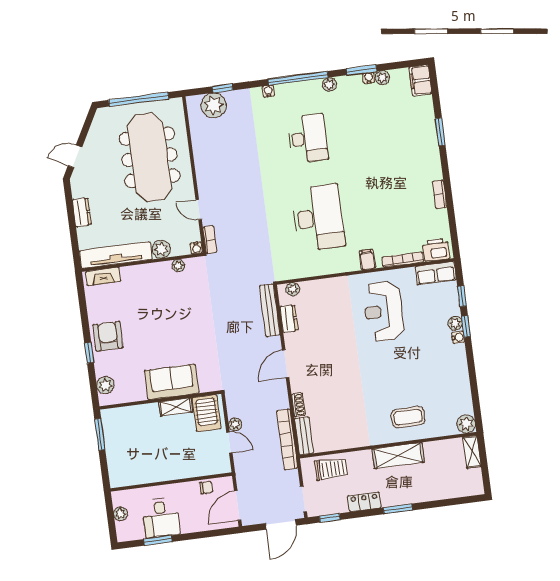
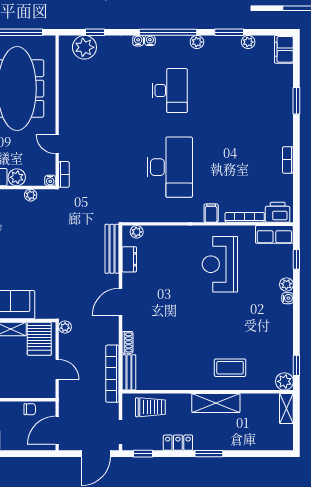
water cooler: (369, 78) -> (150, 41), moved
window: (466, 326) -> (296, 365), moved
plant: (235, 424) -> (65, 327), moved

